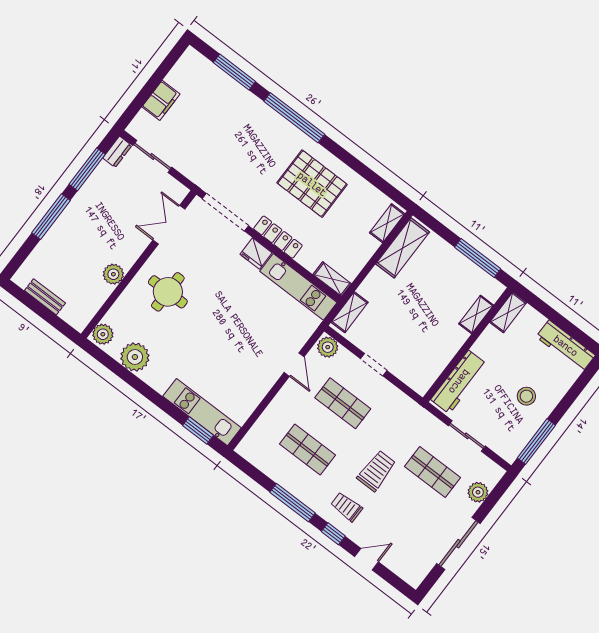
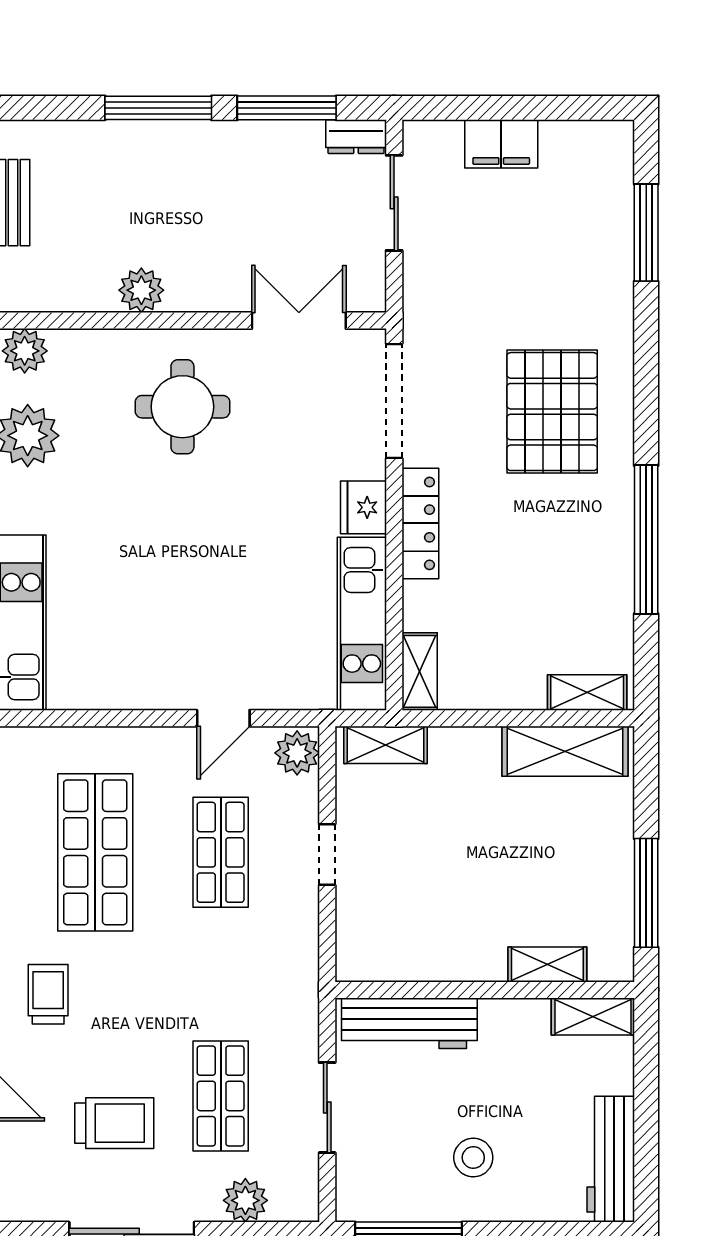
window: (294, 118) -> (646, 540), moved
pallet: (312, 184) -> (552, 412), moved
shop shelf: (307, 450) -> (95, 852), width x1.43, depth x1.36
trolley: (376, 471) -> (114, 1123), moved

